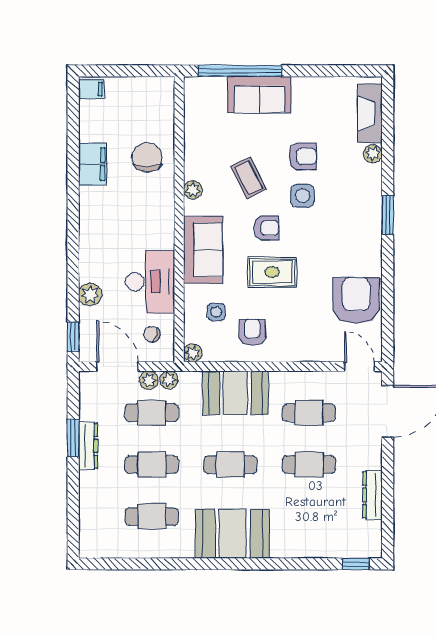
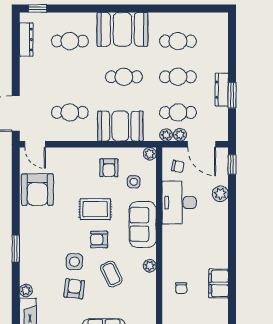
armchair: (303, 156) -> (74, 289), turned 97
chair: (147, 157) -> (181, 288), width x0.54, depth x0.54
cafe table: (309, 465) -> (70, 41), moved
dresser: (372, 495) -> (26, 39), moved

